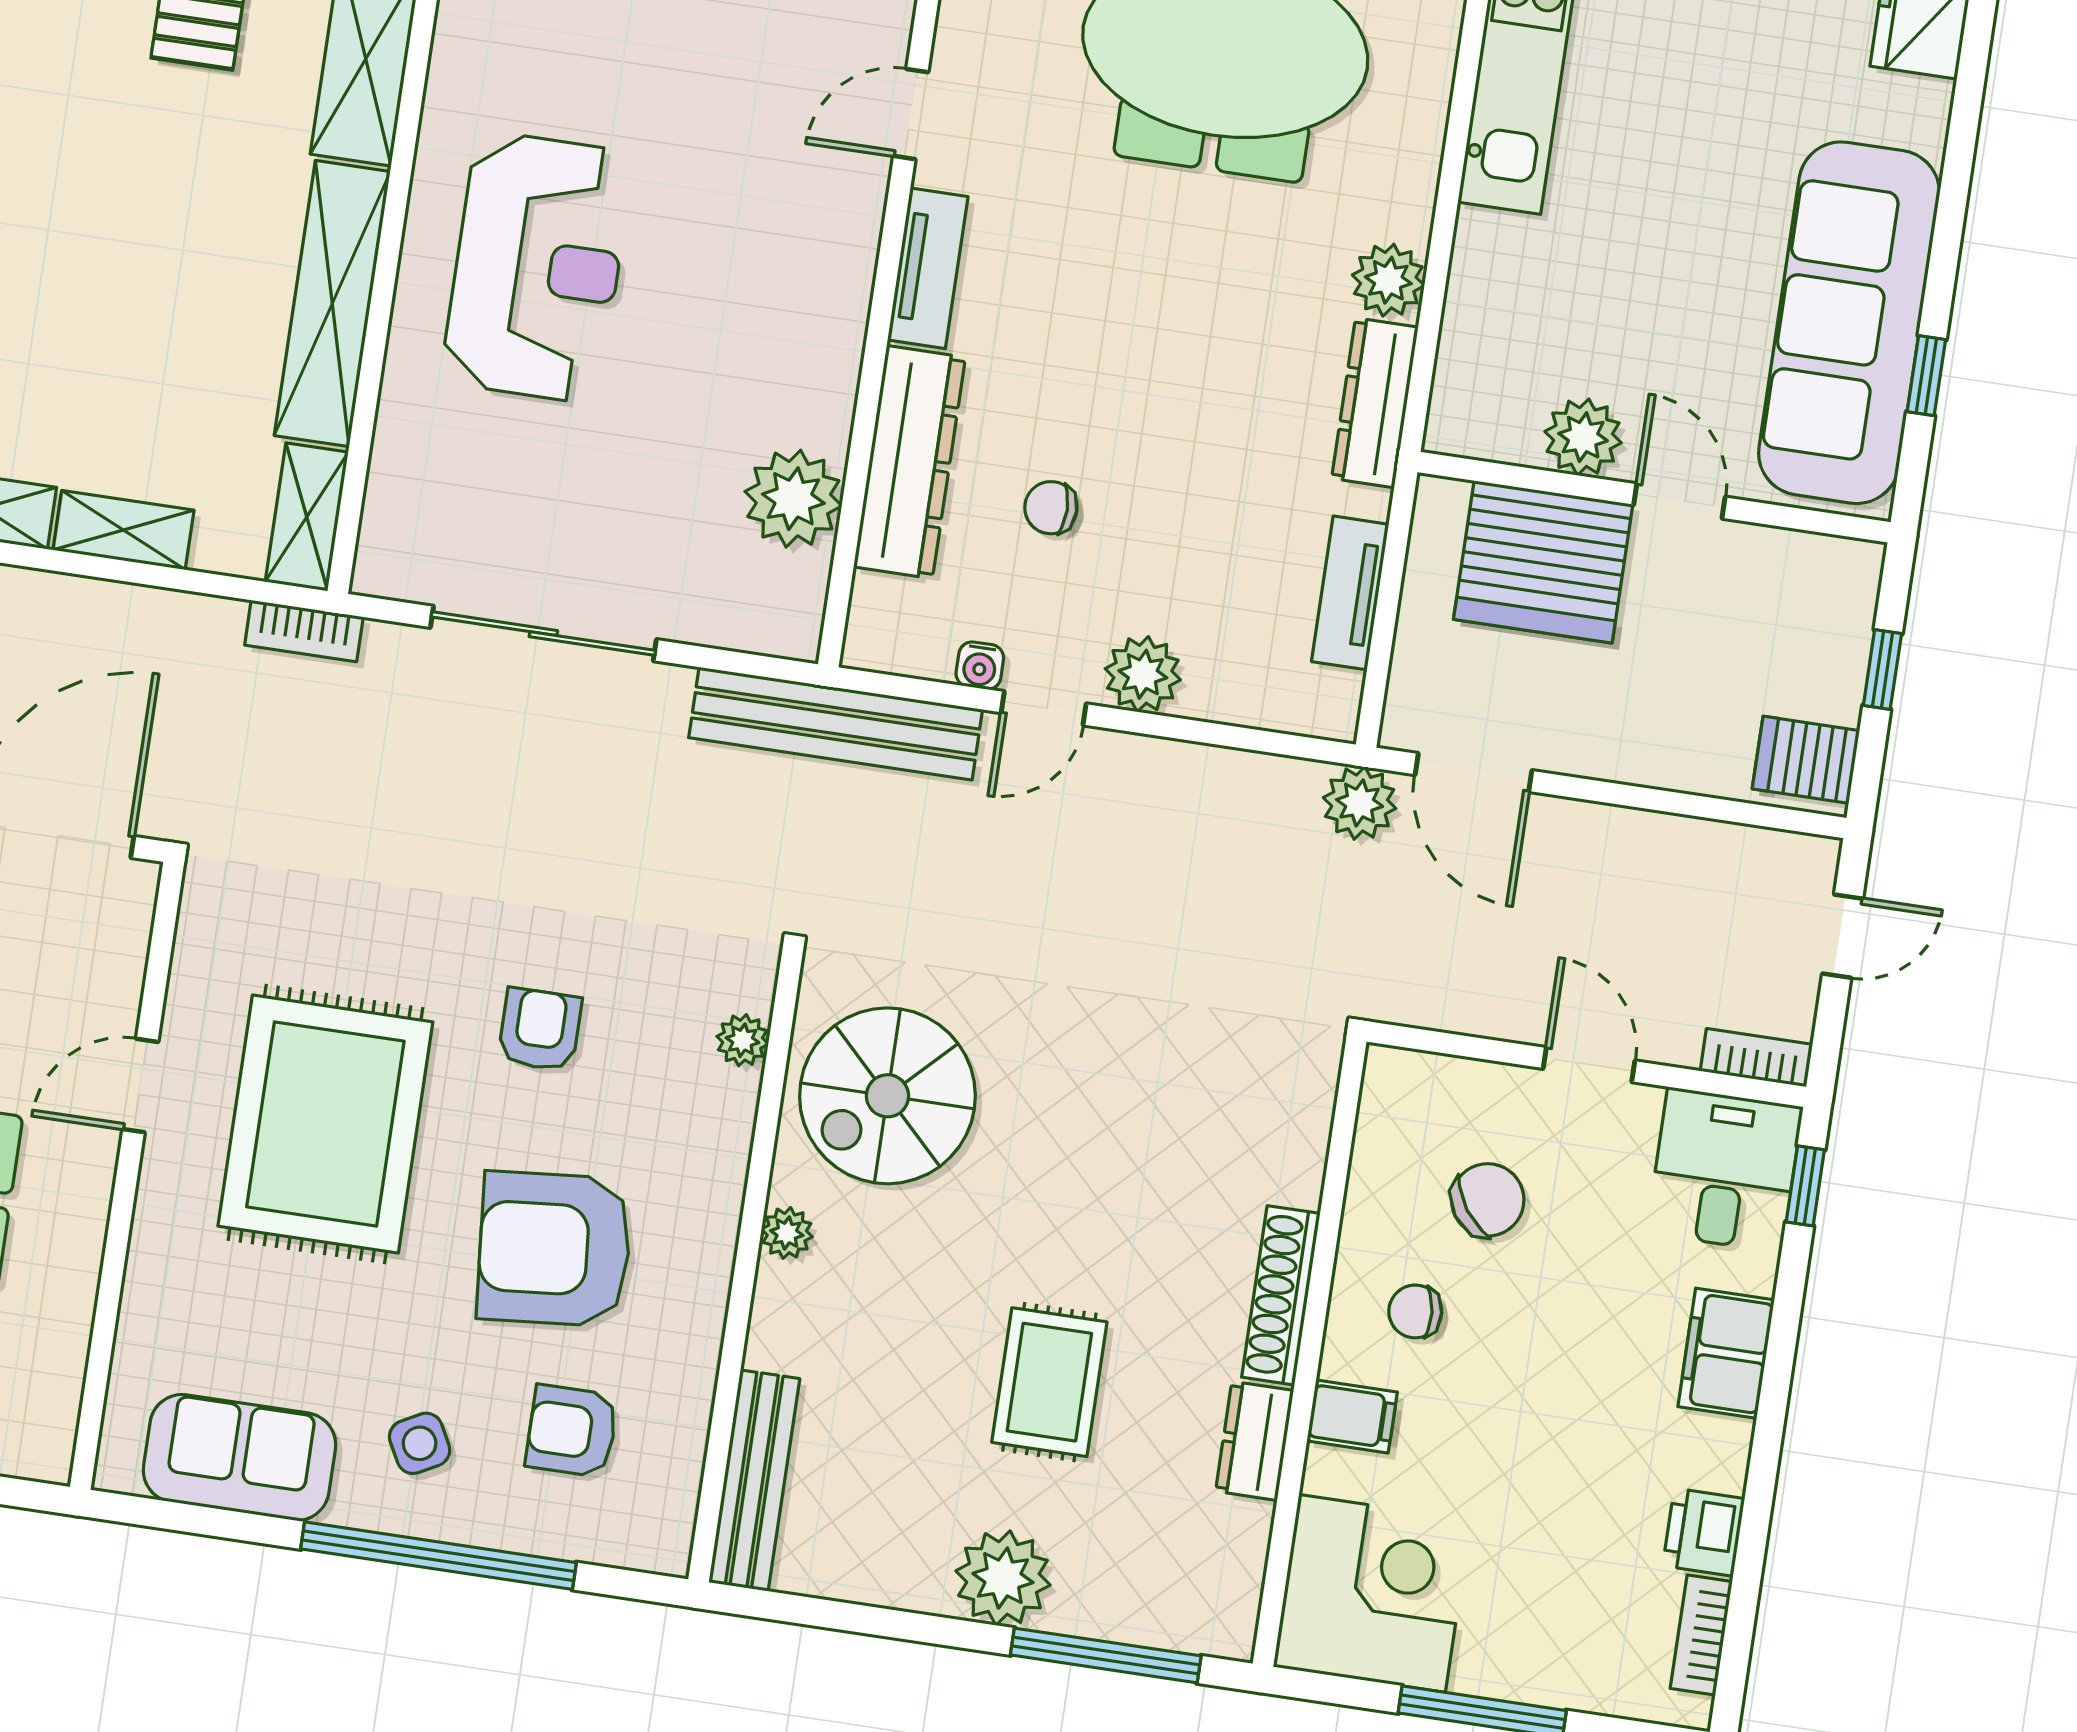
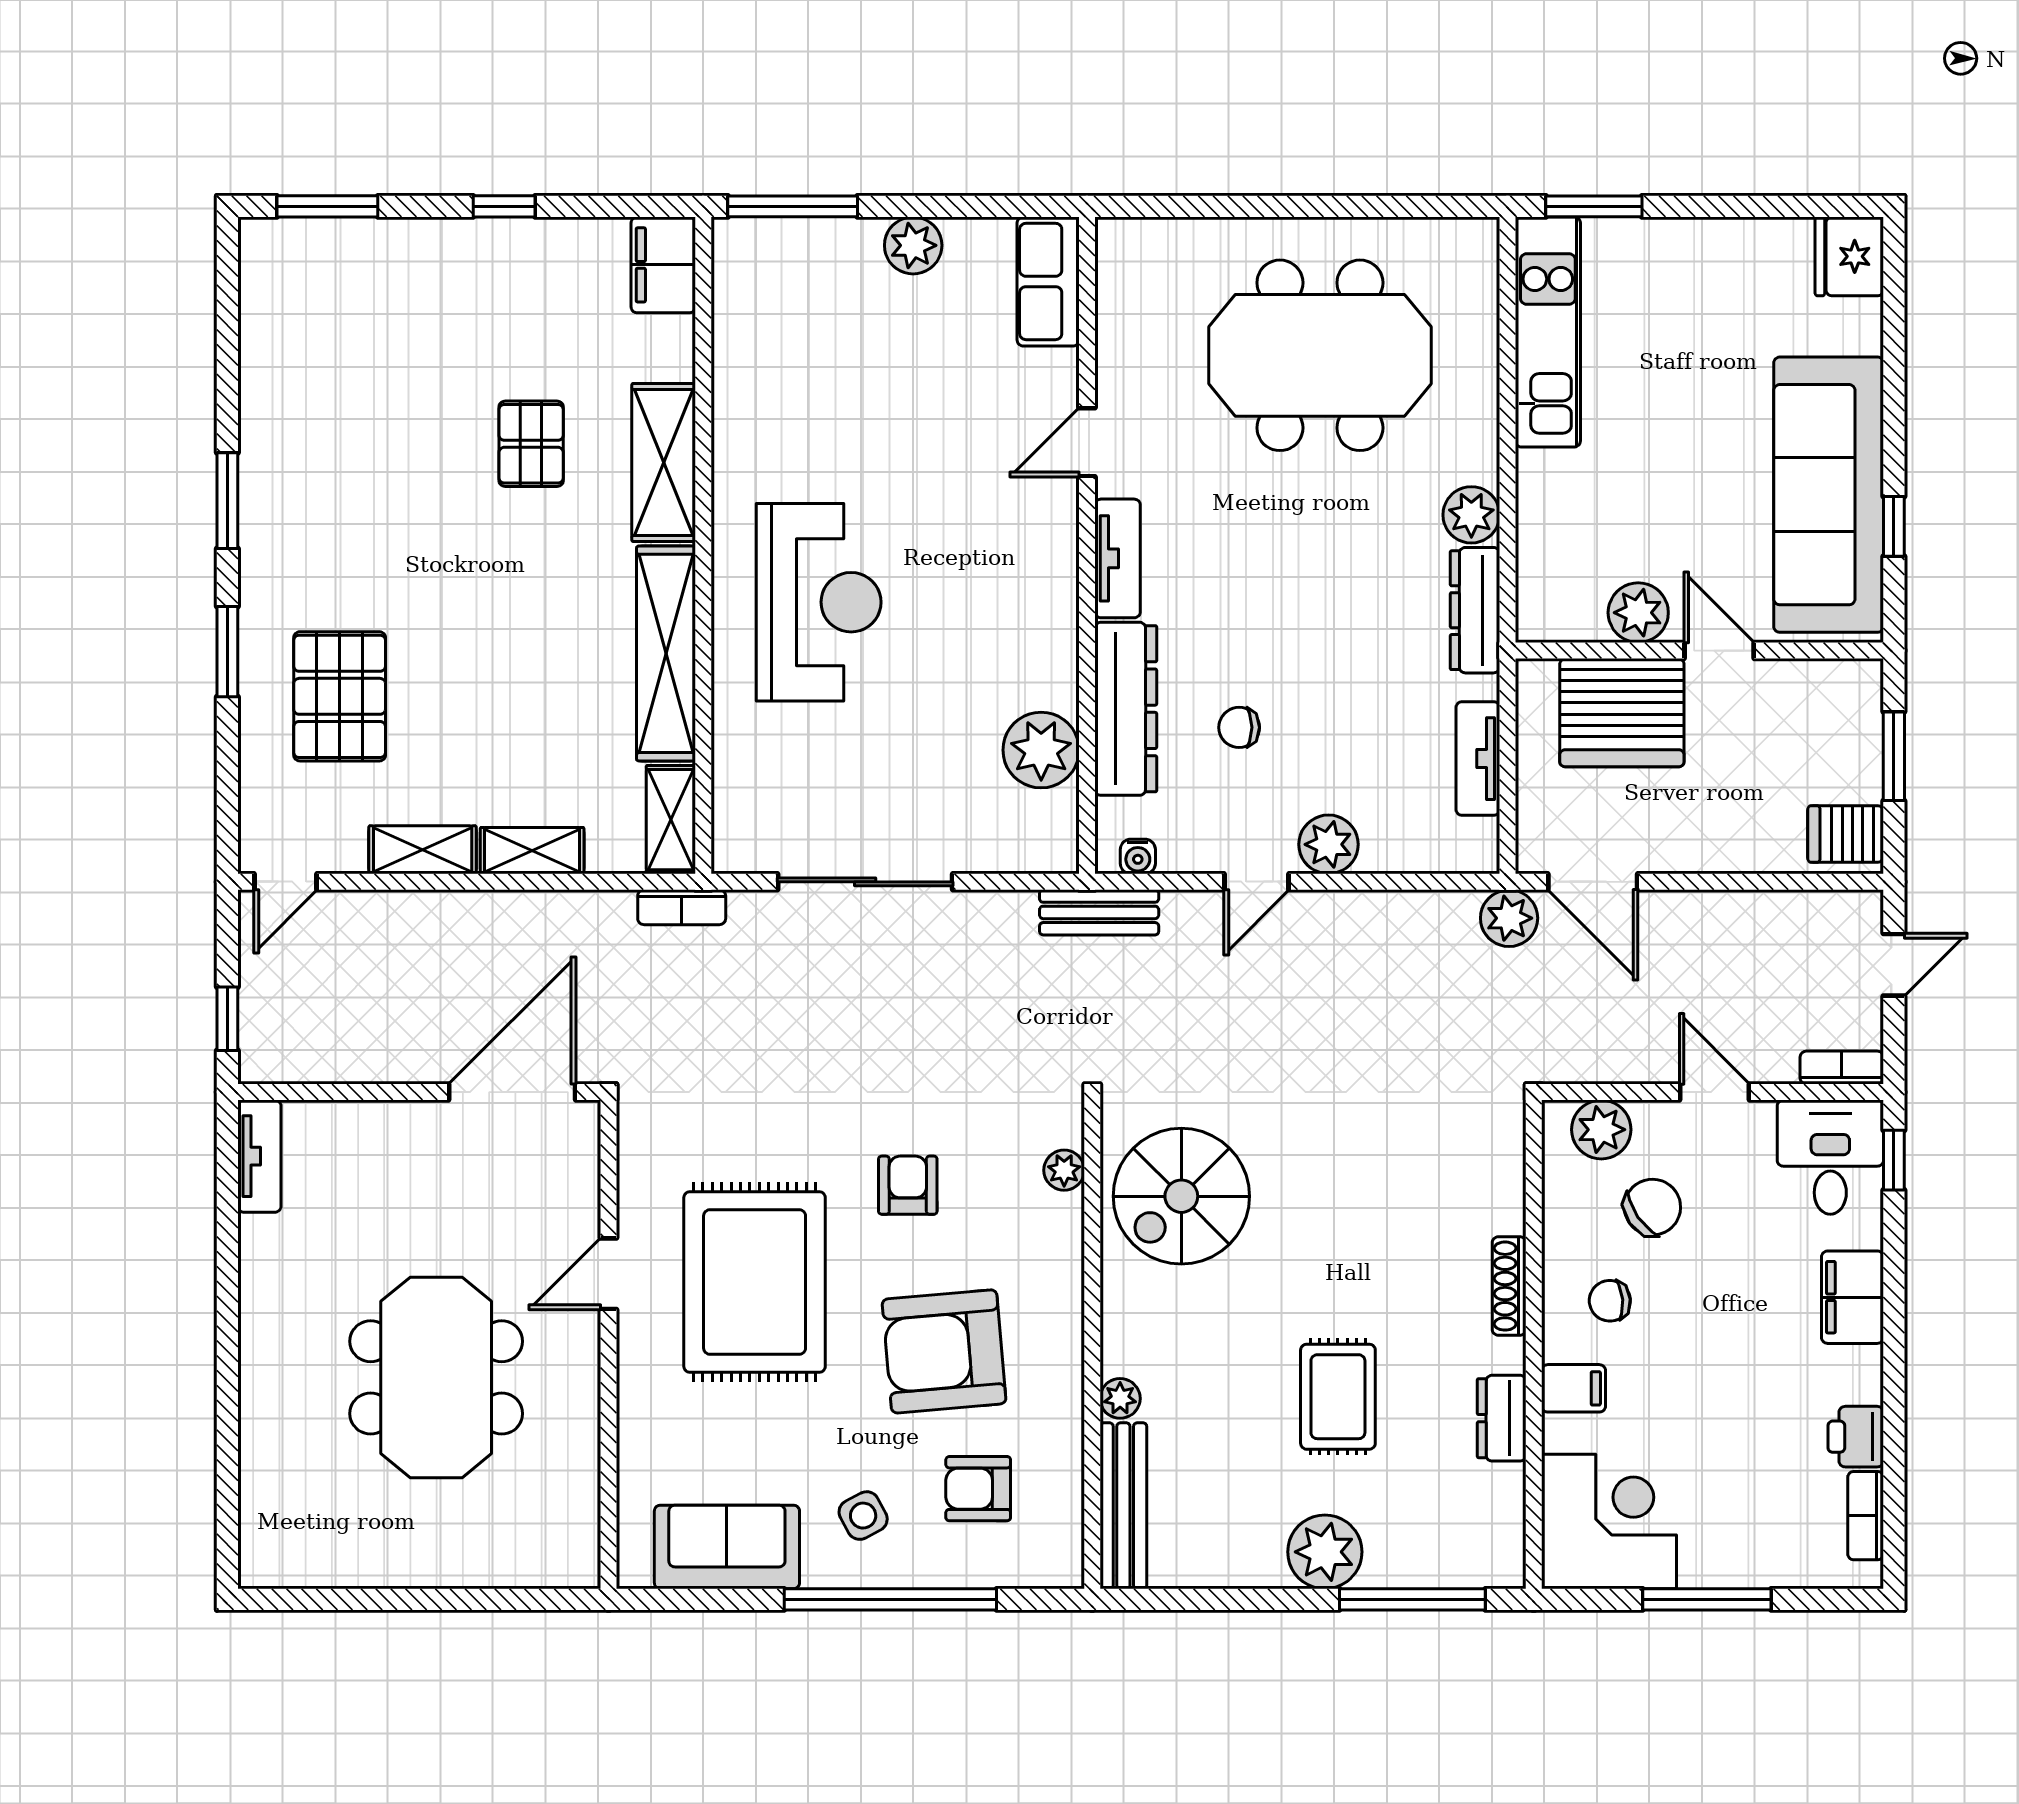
water cooler: (980, 666) -> (1138, 856), moved
window: (1882, 670) -> (1894, 756), width x1.50
bench: (836, 724) -> (1099, 912), width x0.54, depth x0.82
plant: (1437, 1091) -> (1601, 1130), added
plant: (787, 1233) -> (1120, 1398), moved
shoe rack: (1281, 1295) -> (1509, 1286), width x0.74, depth x0.81

